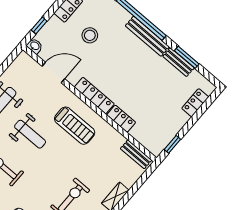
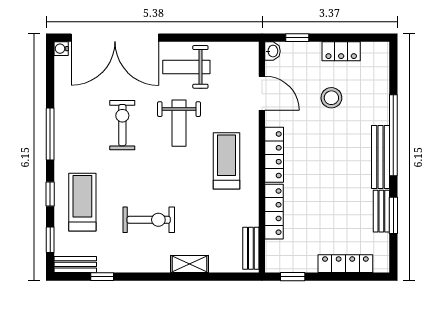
locker: (195, 103) -> (345, 264), width x1.53
locker: (121, 119) -> (274, 212), width x1.53
treadmill: (75, 126) -> (226, 161), turned 180

